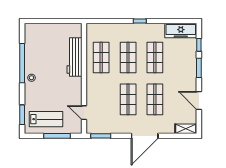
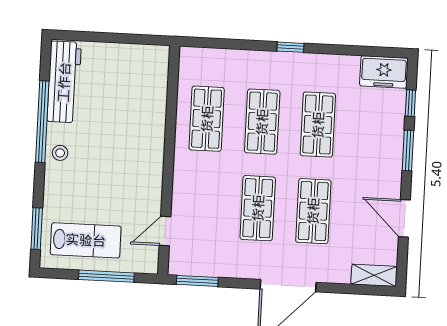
freezer: (181, 31) -> (384, 72), width x0.71
workbench: (74, 57) -> (64, 82), moved, turned 180
door: (84, 113) -> (165, 231), hinge flipped

